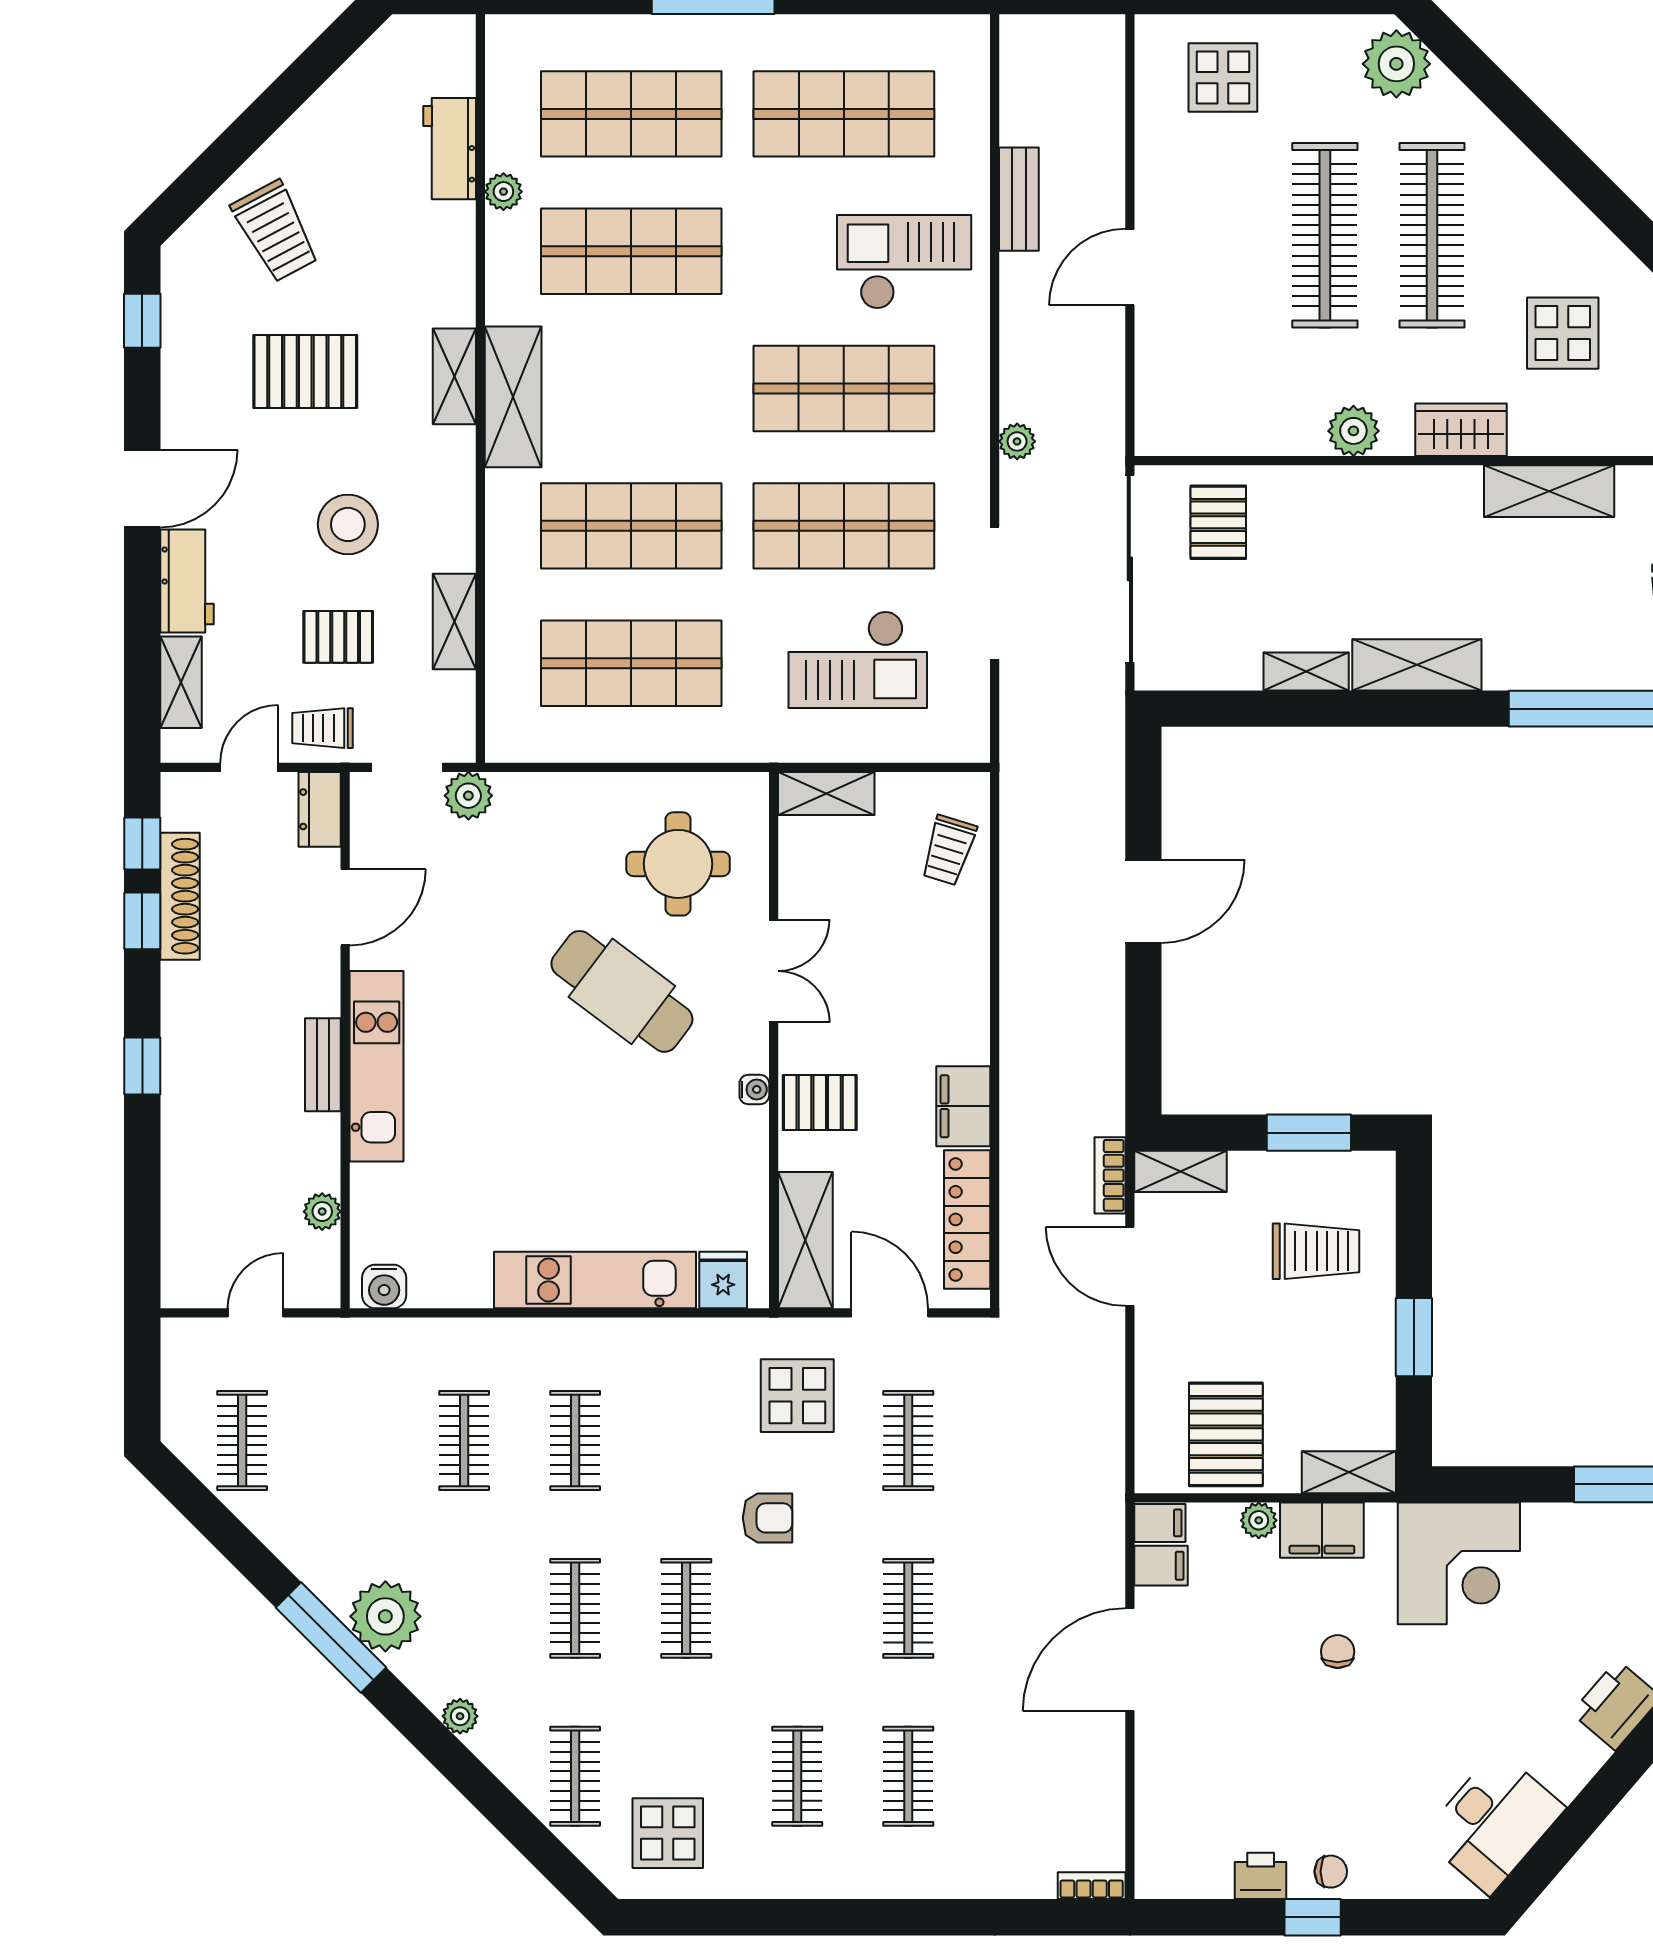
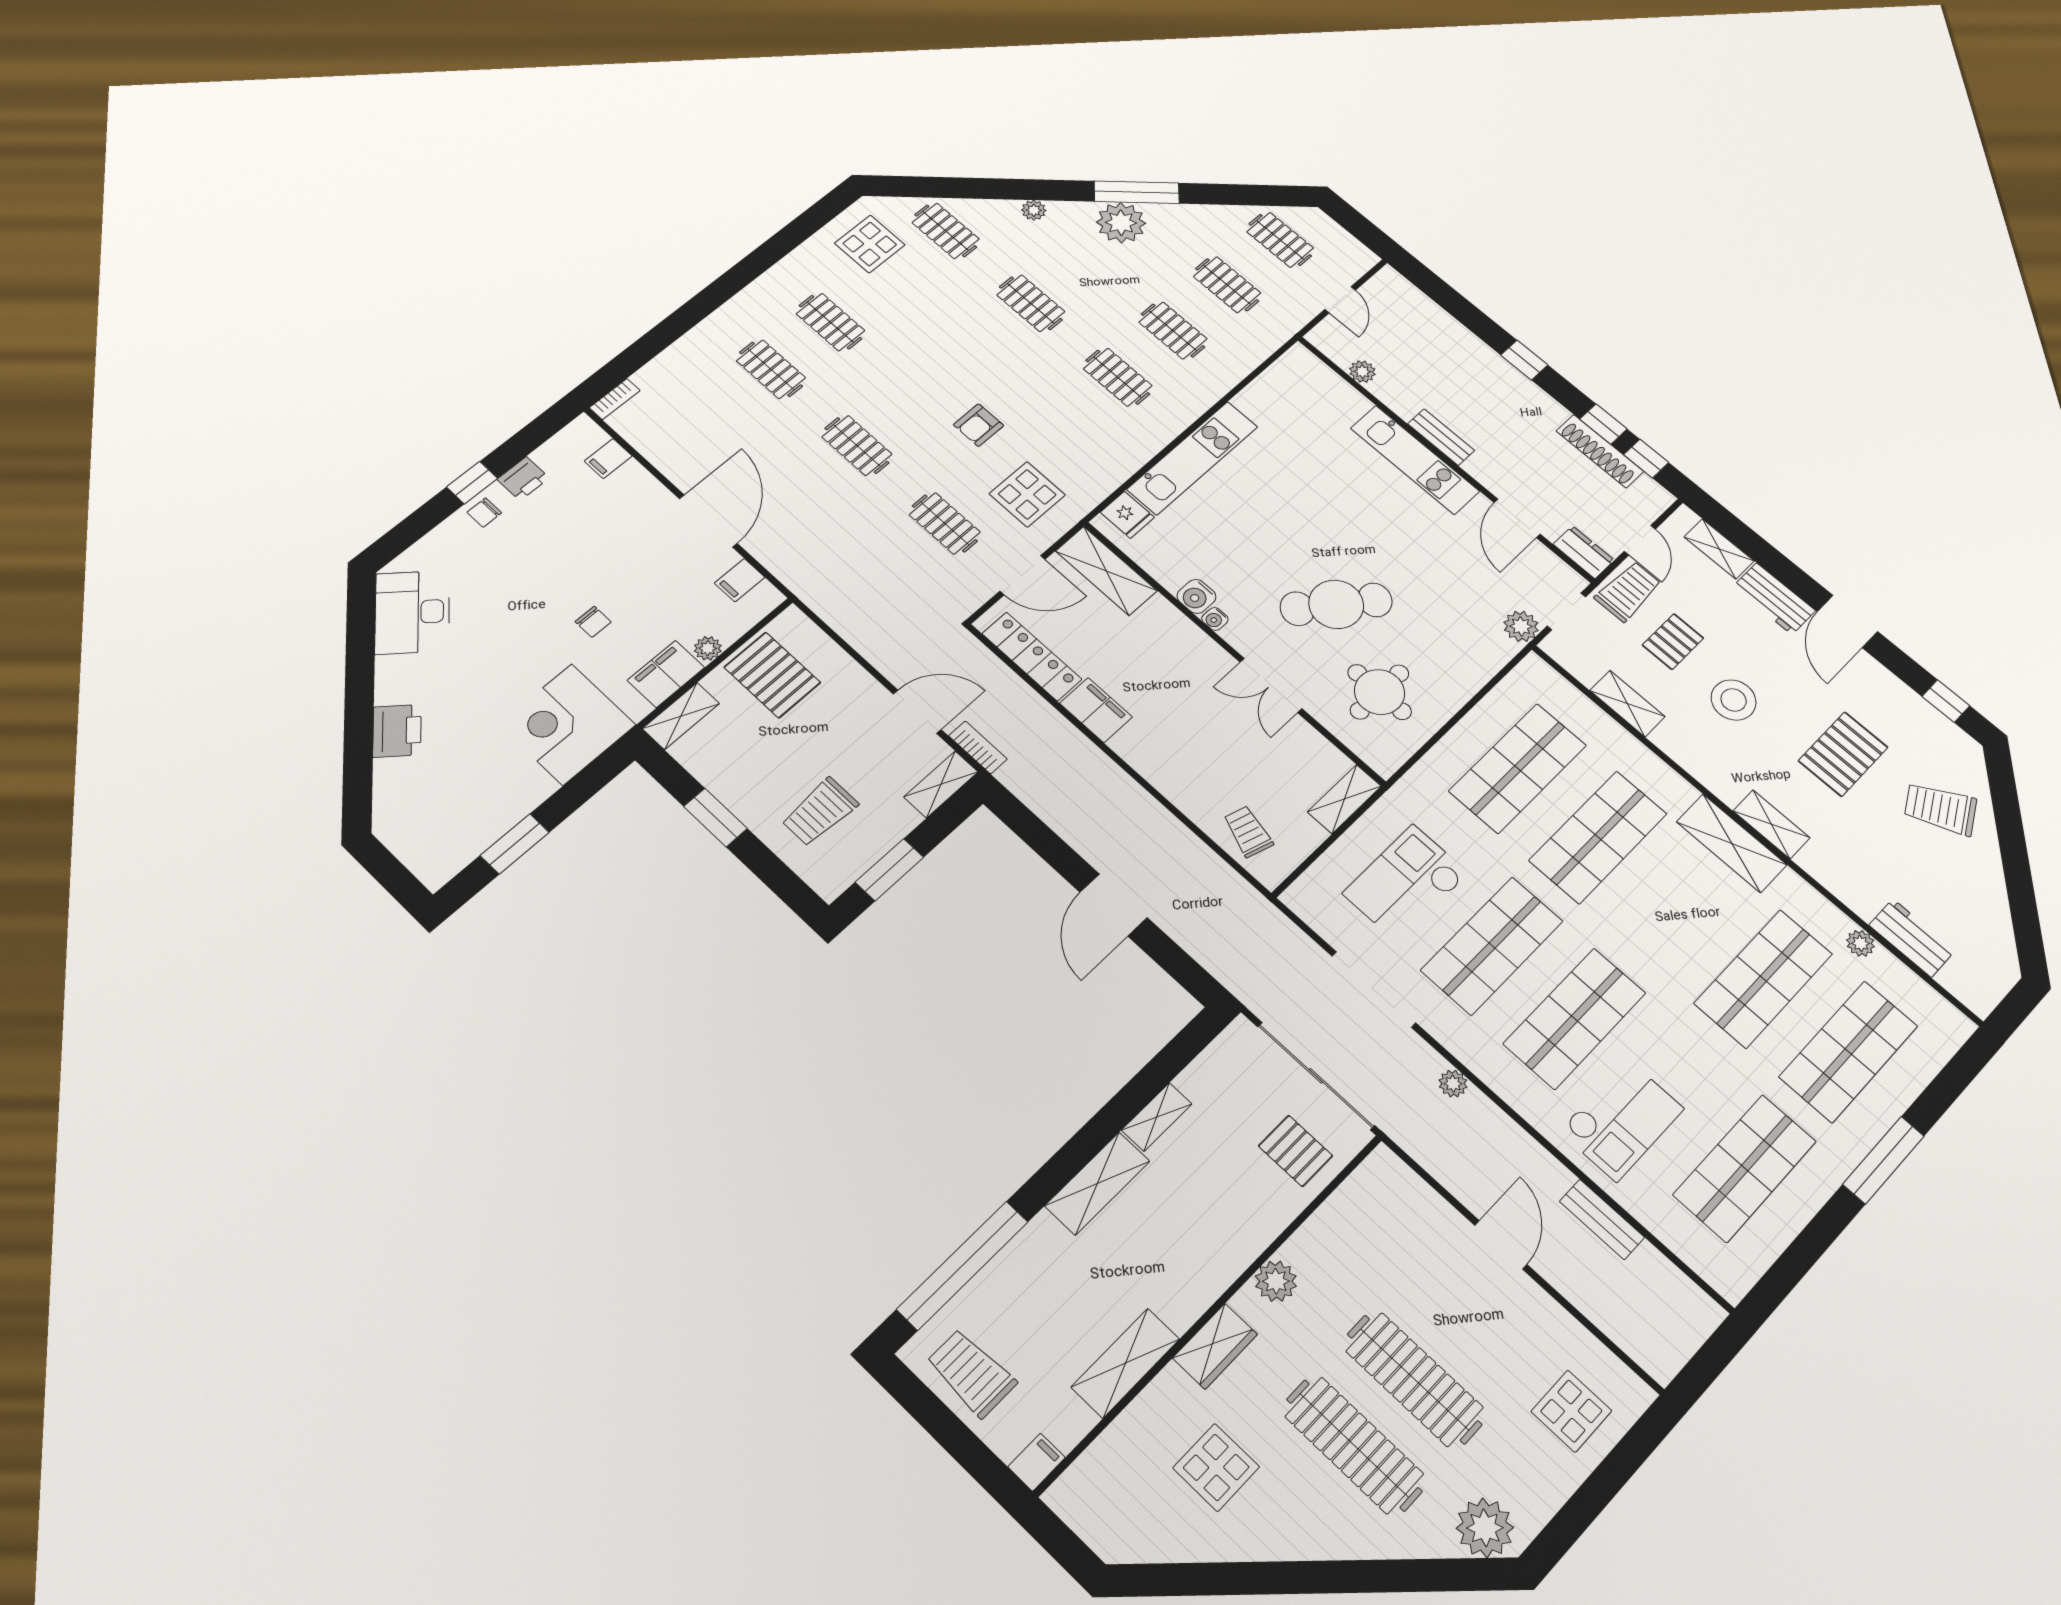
trolley: (322, 728) -> (1628, 591), width x1.36, depth x1.39
pallet: (820, 1103) -> (1174, 643), removed
water cooler: (384, 1287) -> (1196, 596), moved, turned -90
filing cabinet: (1160, 1523) -> (608, 459), moved
clothes rail: (686, 1608) -> (1227, 285), moved

